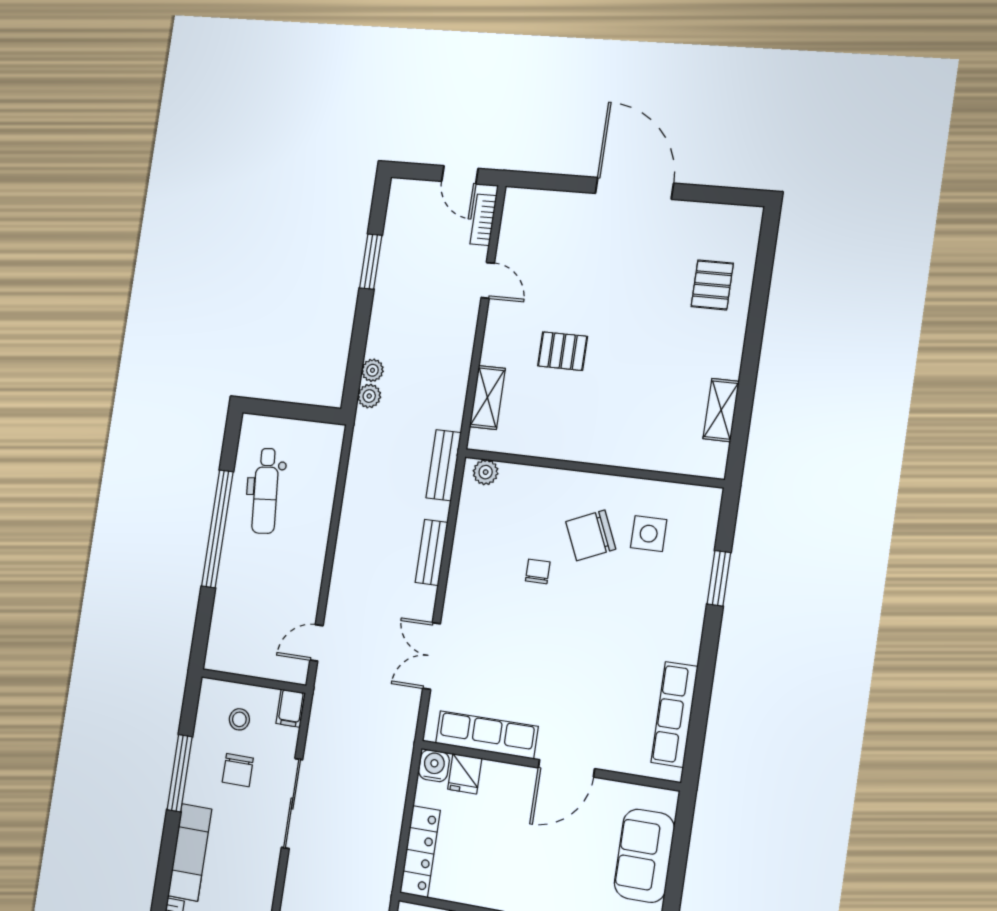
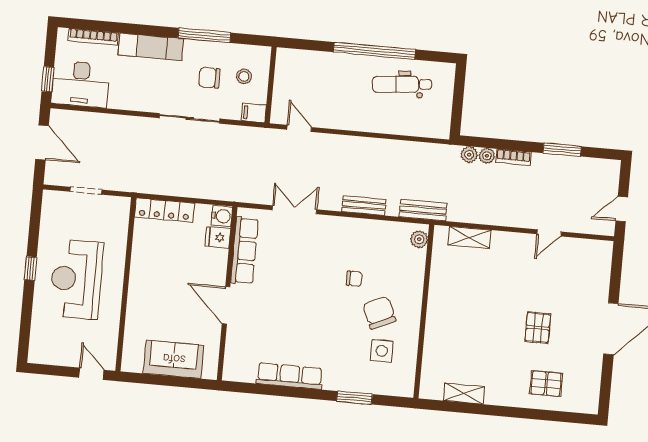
bookcase: (483, 220) -> (514, 157), moved, turned 180
pallet: (563, 351) -> (538, 328), moved
row of seats: (674, 714) -> (290, 376), moved

